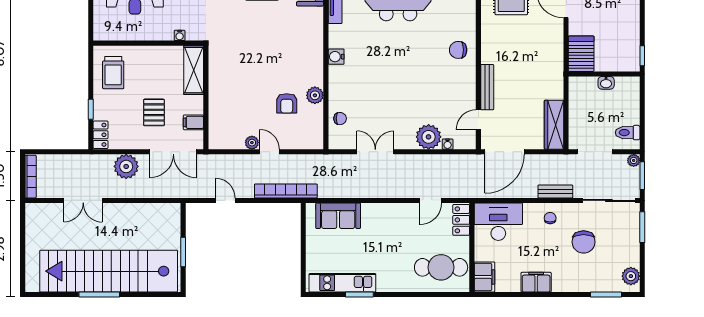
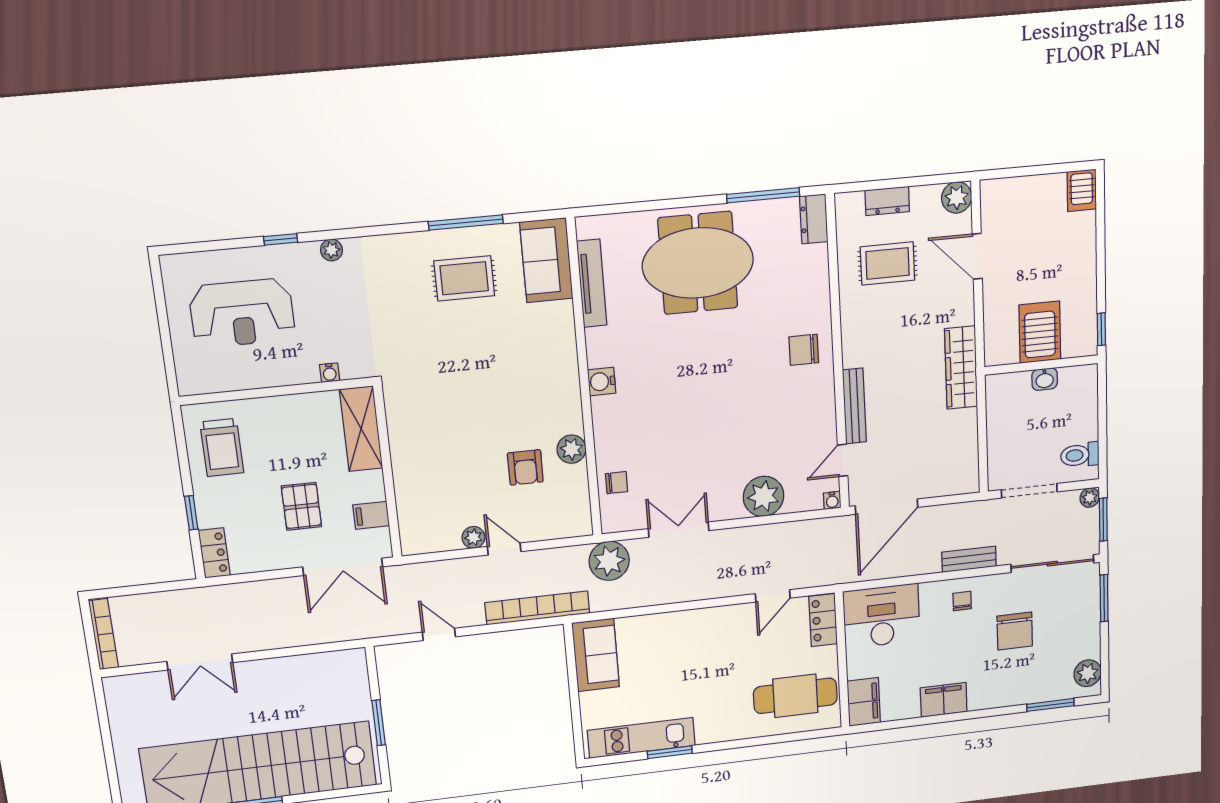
server rack: (581, 54) -> (1040, 332), moved
wardrobe: (554, 125) -> (961, 368), moved
water cooler: (448, 144) -> (832, 500), moved
plant: (126, 166) -> (609, 561), moved
sofa: (338, 216) -> (596, 655), moved, turned -90

